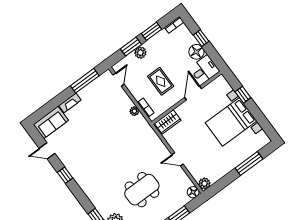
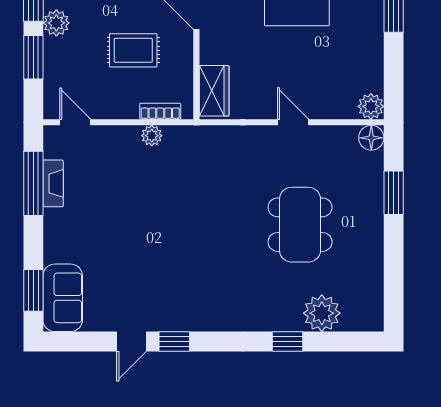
plant: (140, 53) -> (56, 23), moved
fireplace: (70, 103) -> (53, 183), moved
window: (46, 110) -> (33, 290), added
door: (47, 151) -> (132, 341), moved
door: (178, 159) -> (293, 122), swing flipped

